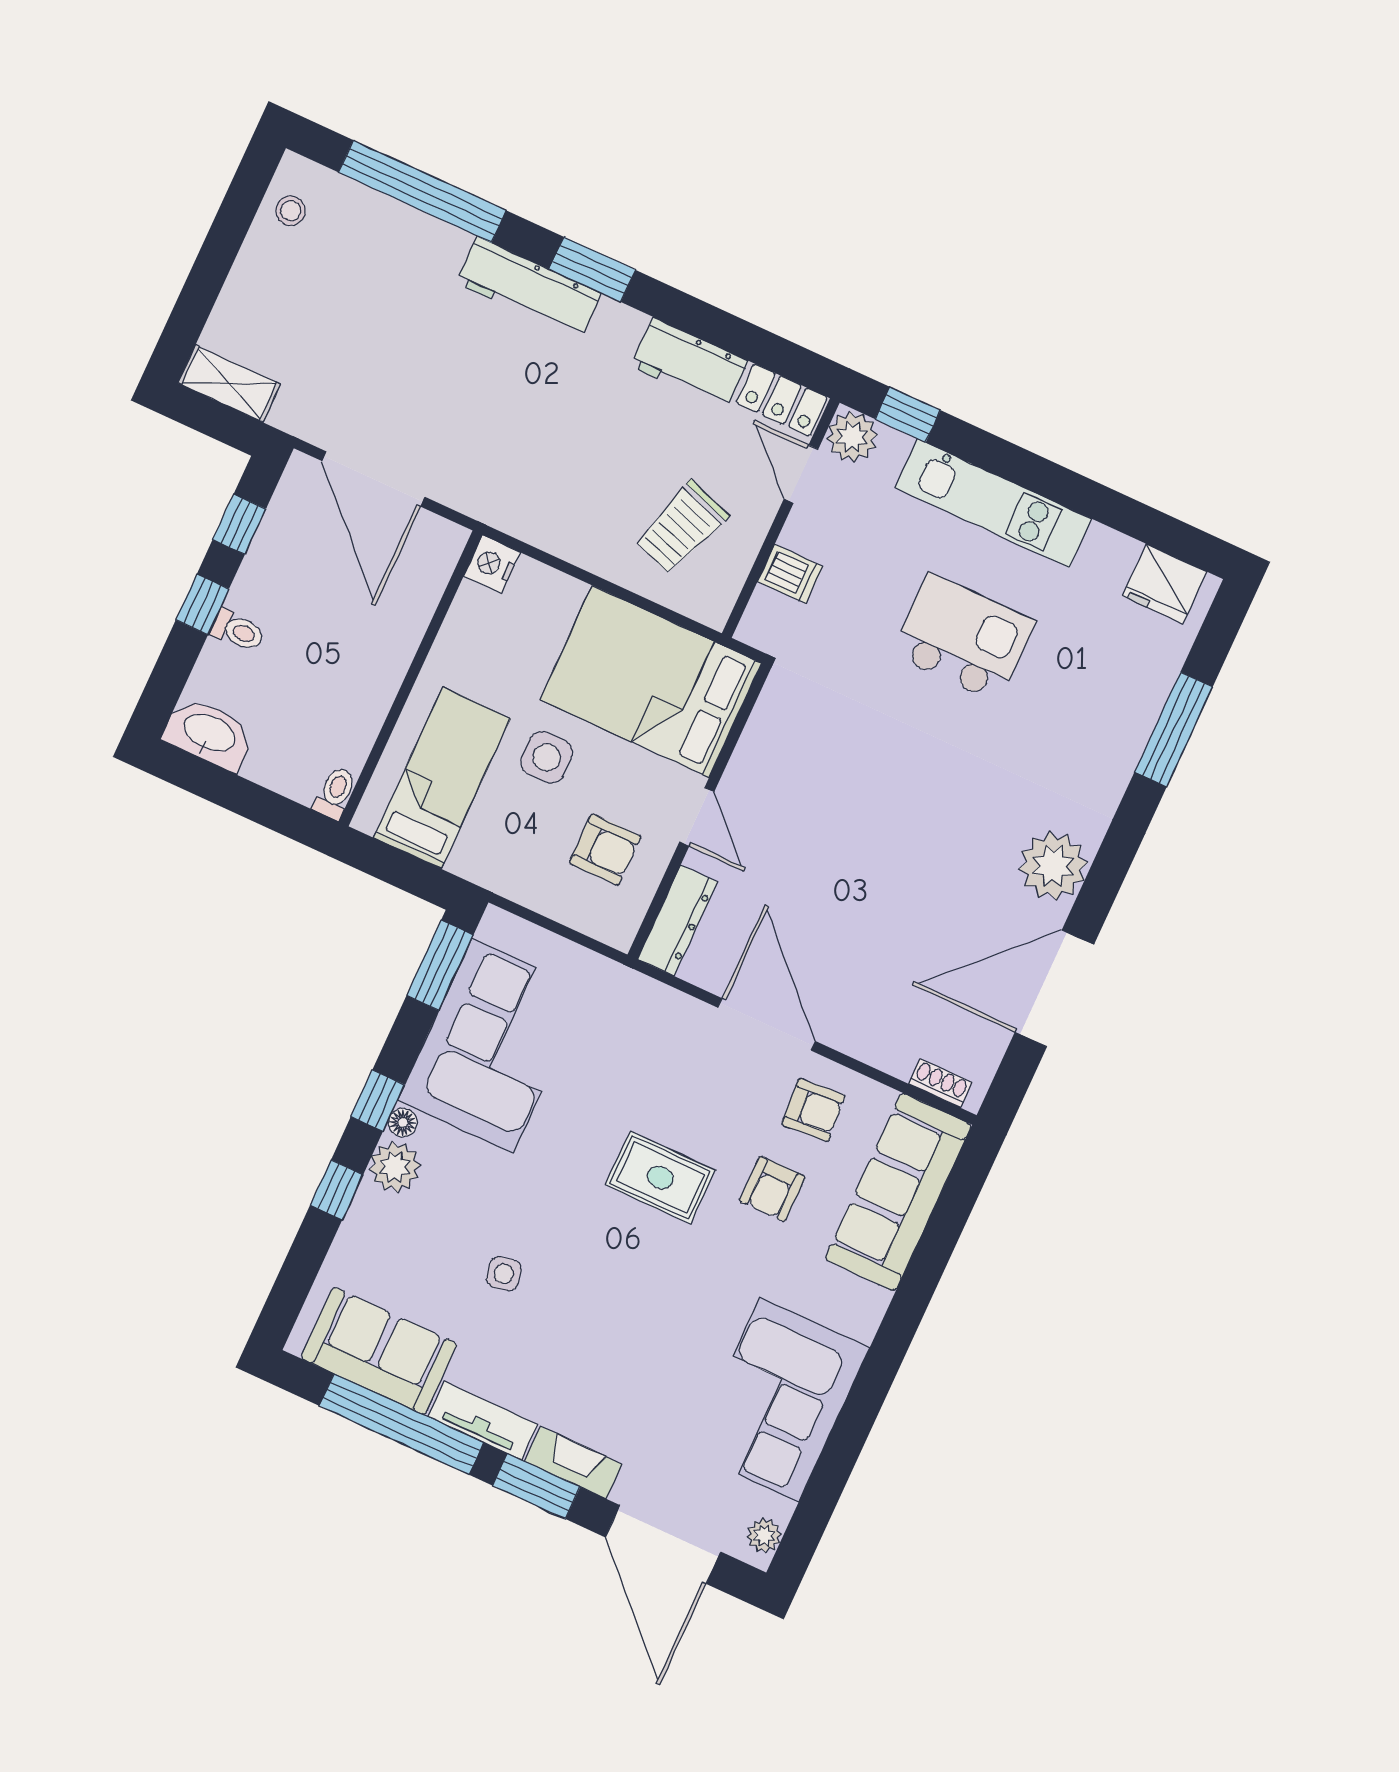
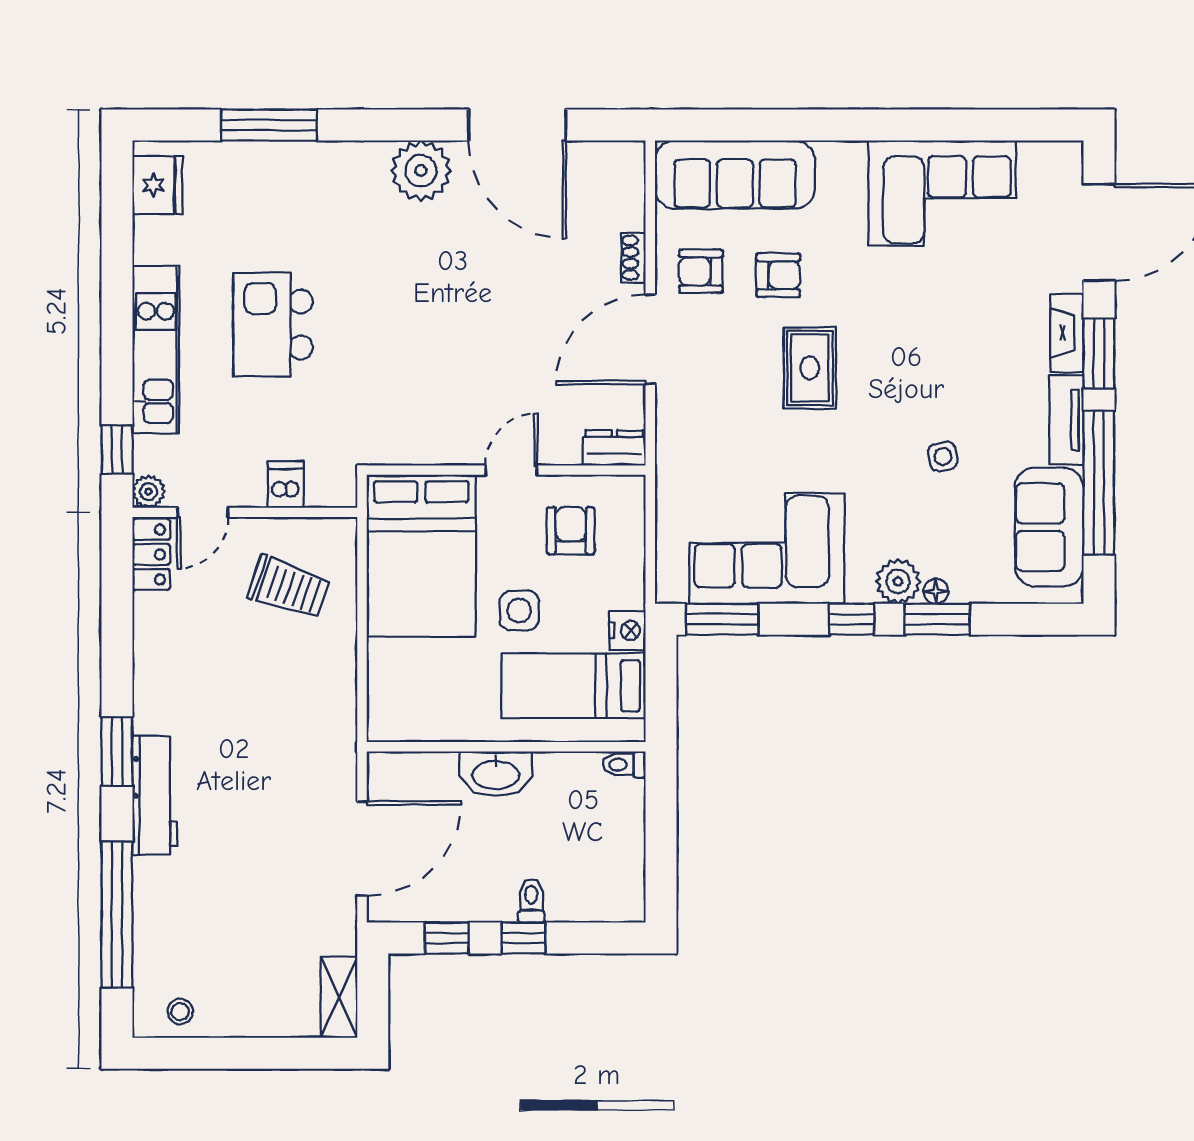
workbench: (689, 364) -> (156, 641), removed
plant: (852, 437) -> (149, 492), width x0.73, depth x0.73
nightstand: (492, 564) -> (627, 630), moved, turned -90
washbasin: (209, 734) -> (496, 774), moved, turned -90
dresser: (677, 920) -> (614, 448), width x0.70
shoe rack: (940, 1083) -> (633, 258), moved
armchair: (814, 1110) -> (701, 271), turned -86
floor lamp: (403, 1123) -> (936, 591), moved
window: (337, 1190) -> (937, 619), width x1.50
plant: (764, 1535) -> (1055, 156), removed

